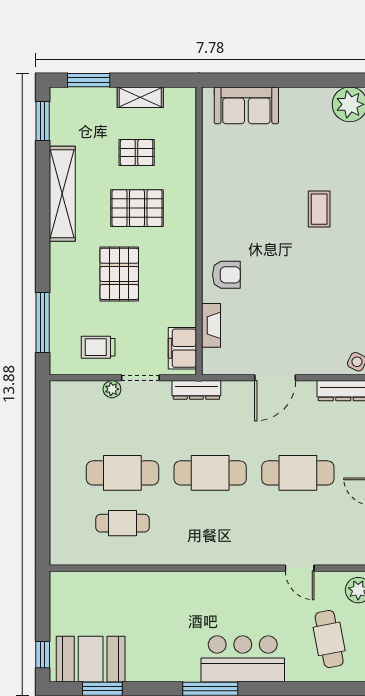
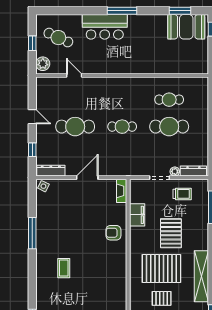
pallet: (137, 208) -> (161, 269), width x1.37, depth x1.41
fireplace: (211, 325) -> (122, 191), moved
filing cabinet: (182, 348) -> (137, 215), moved
dresser: (196, 390) -> (193, 171), moved
cafe table: (210, 473) -> (122, 127), width x0.73, depth x0.74
cafe table: (329, 639) -> (58, 38), turned -54

